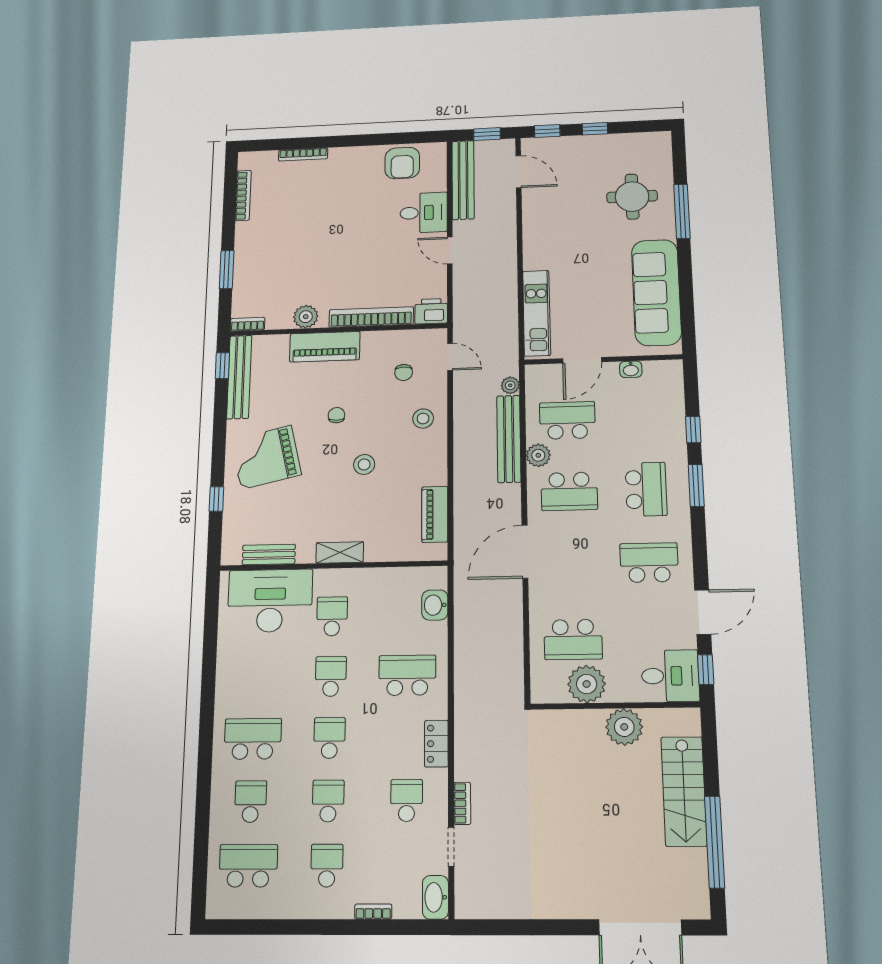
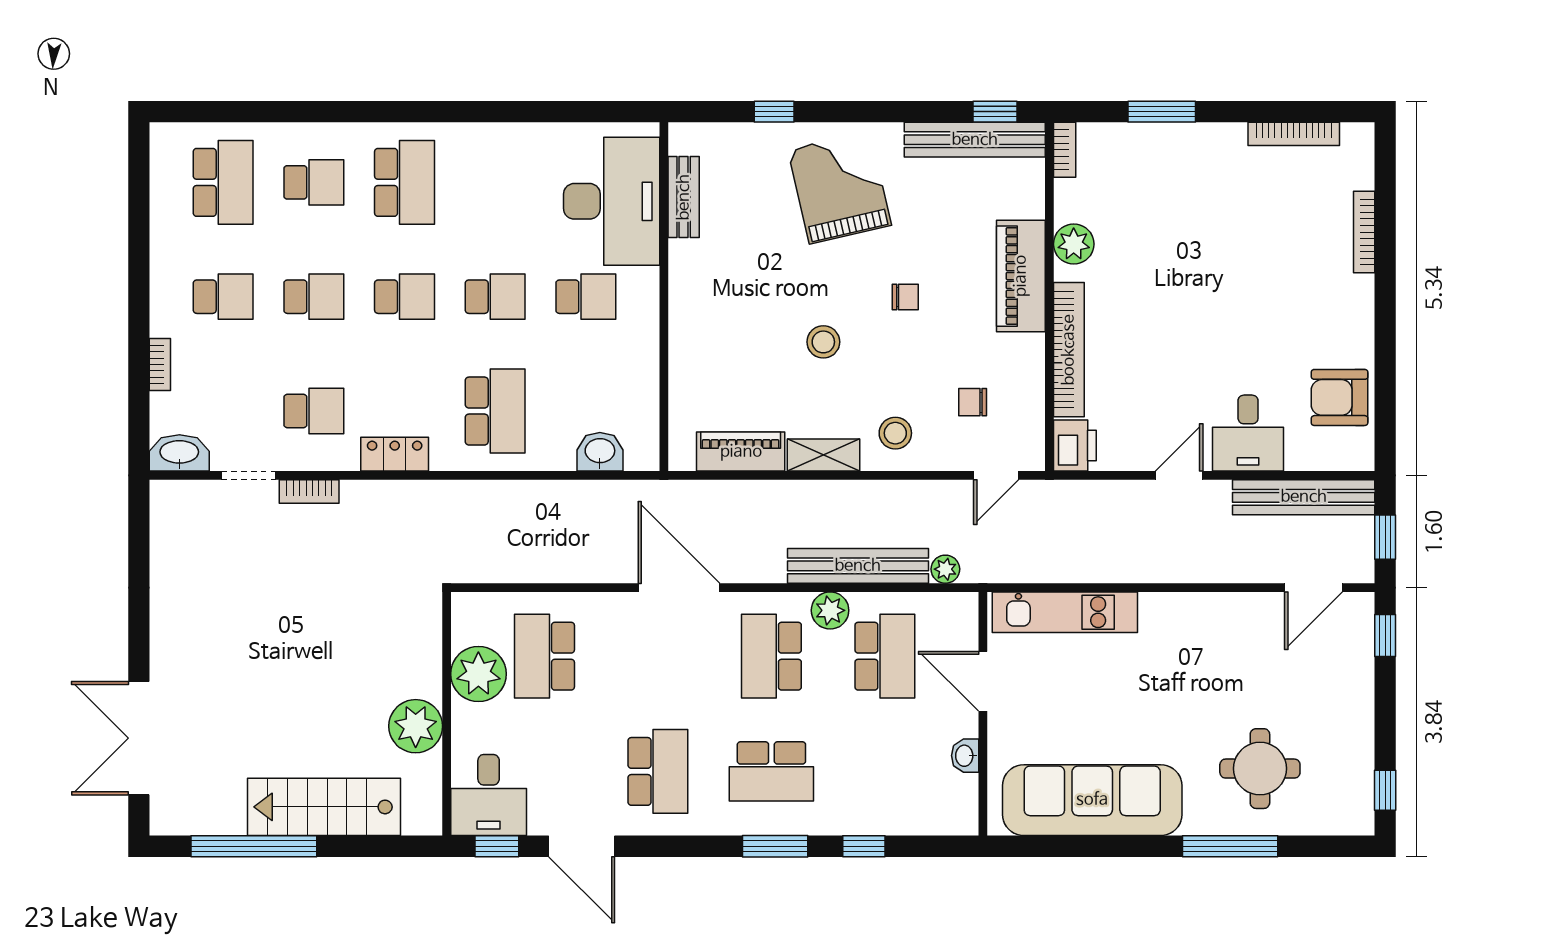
window: (595, 129) -> (1385, 790), moved
shelving: (340, 552) -> (824, 455), moved, turned 90

